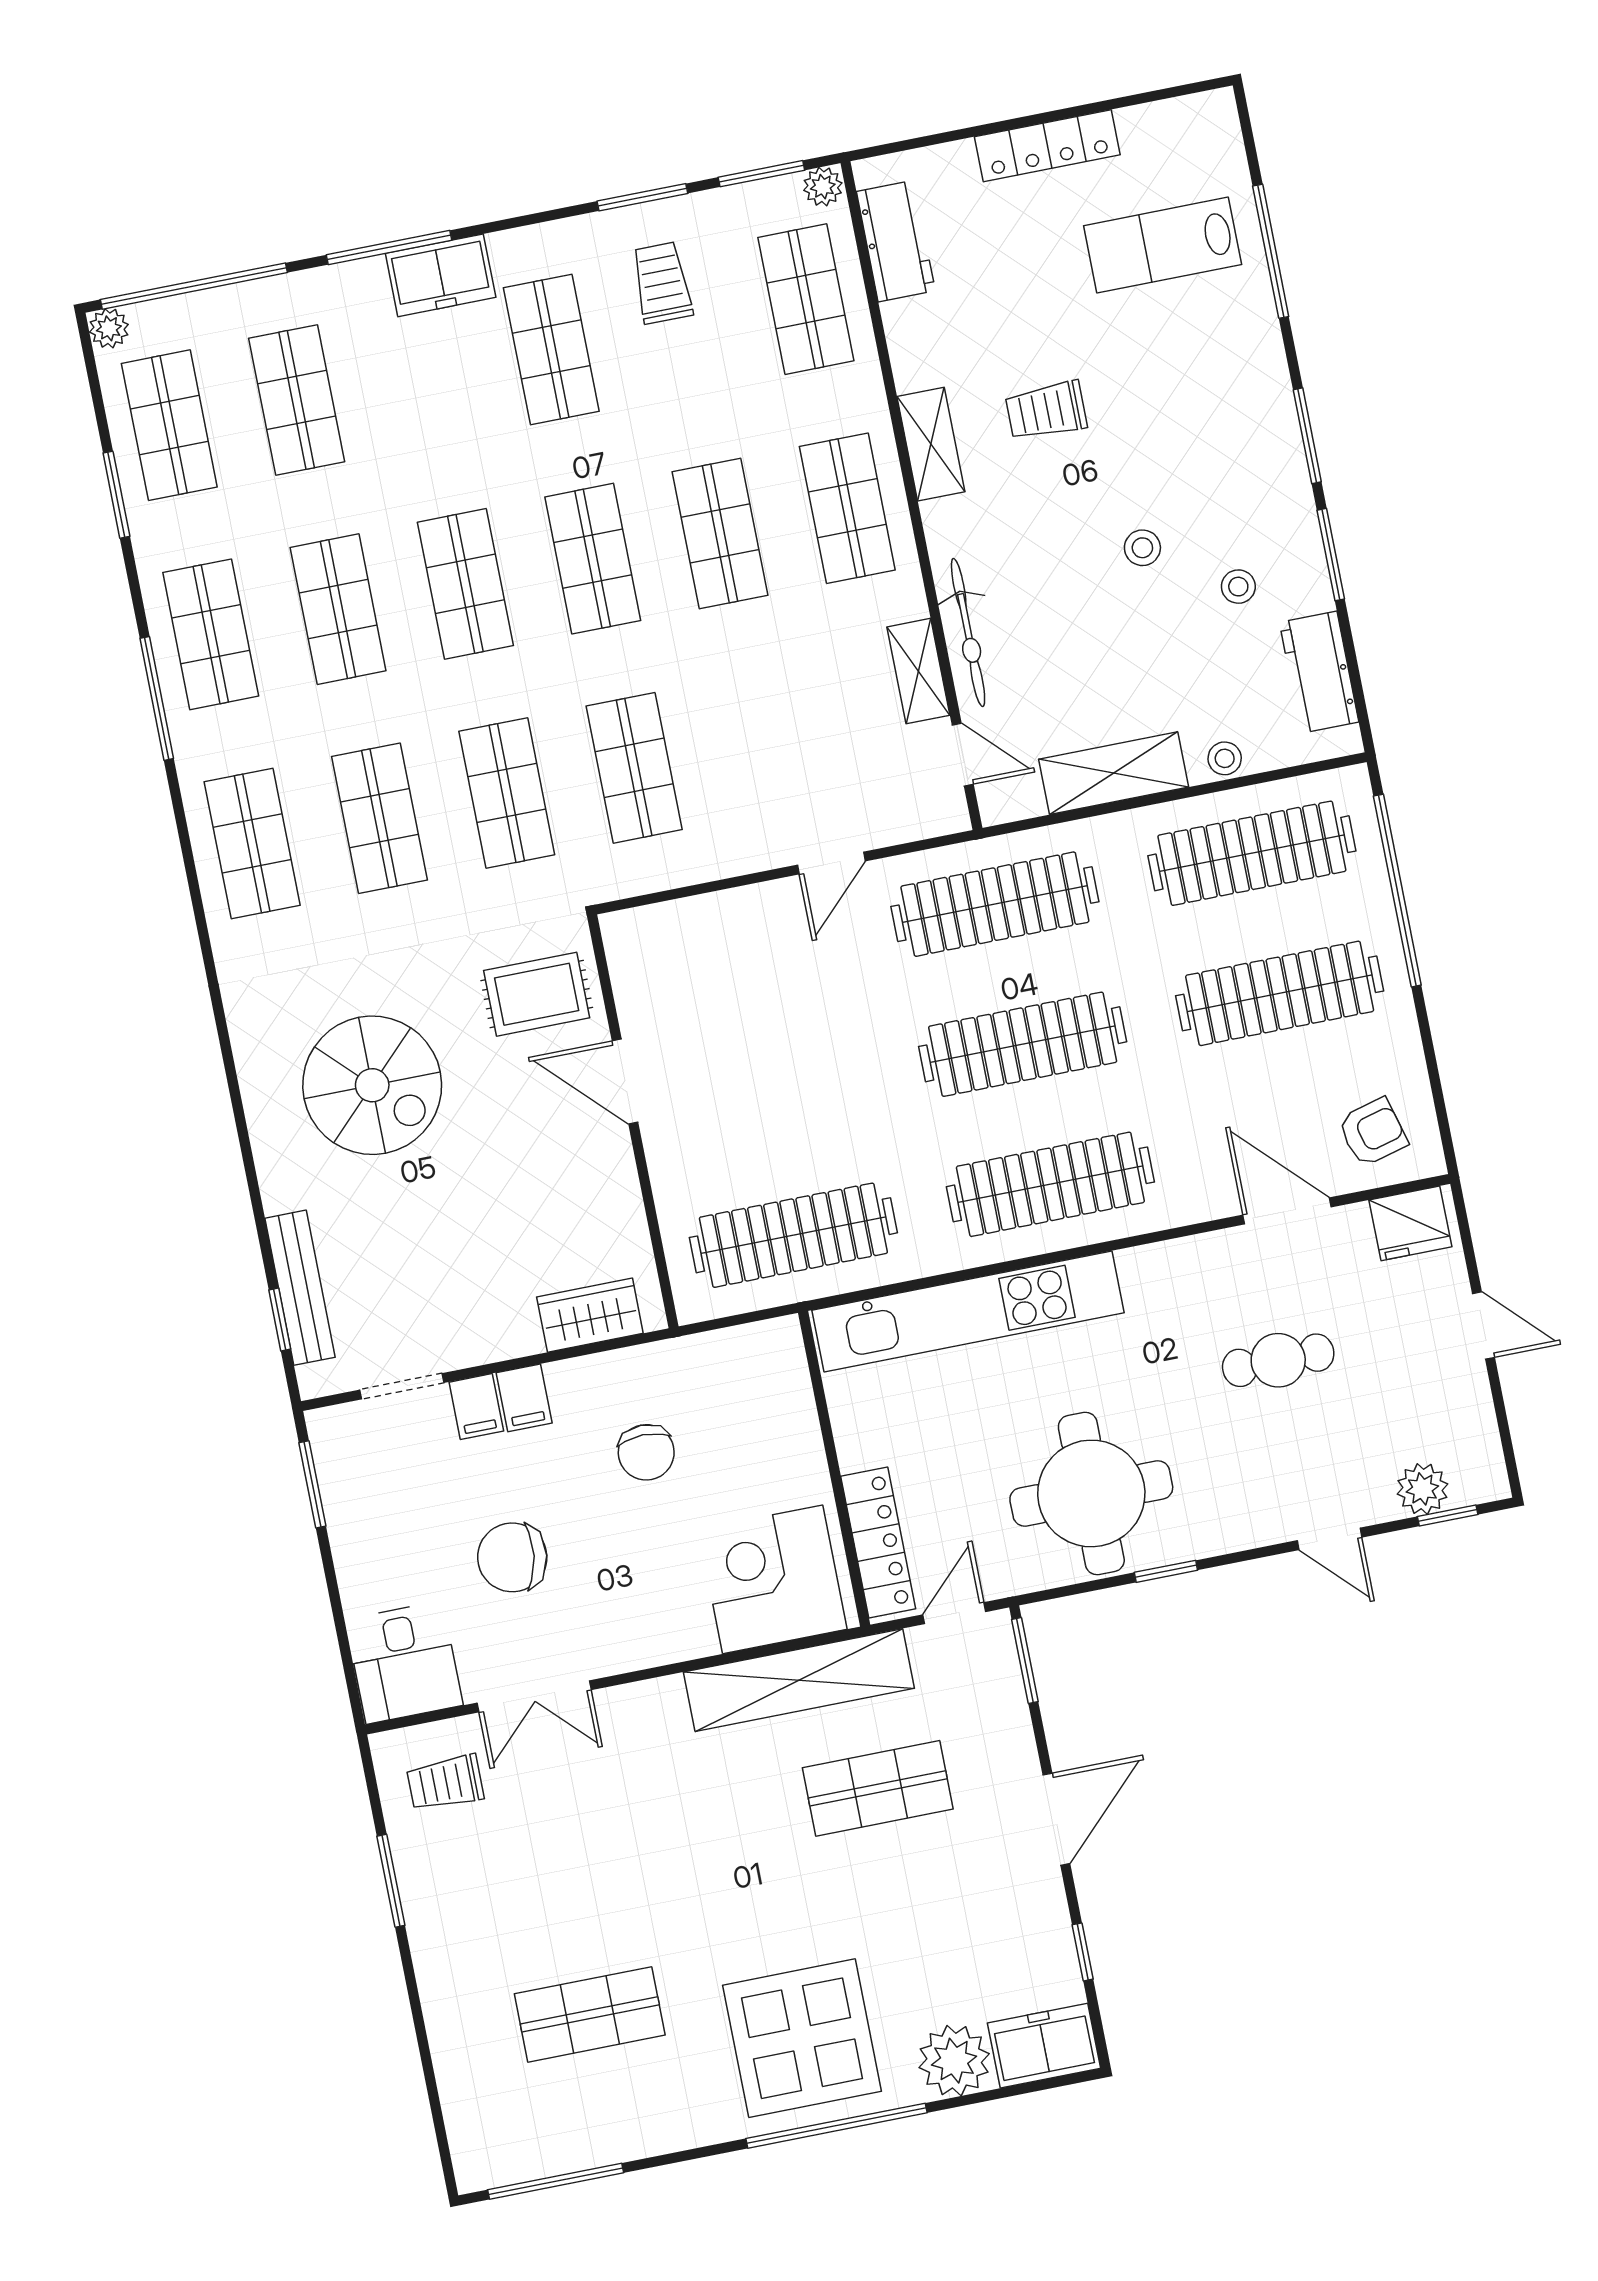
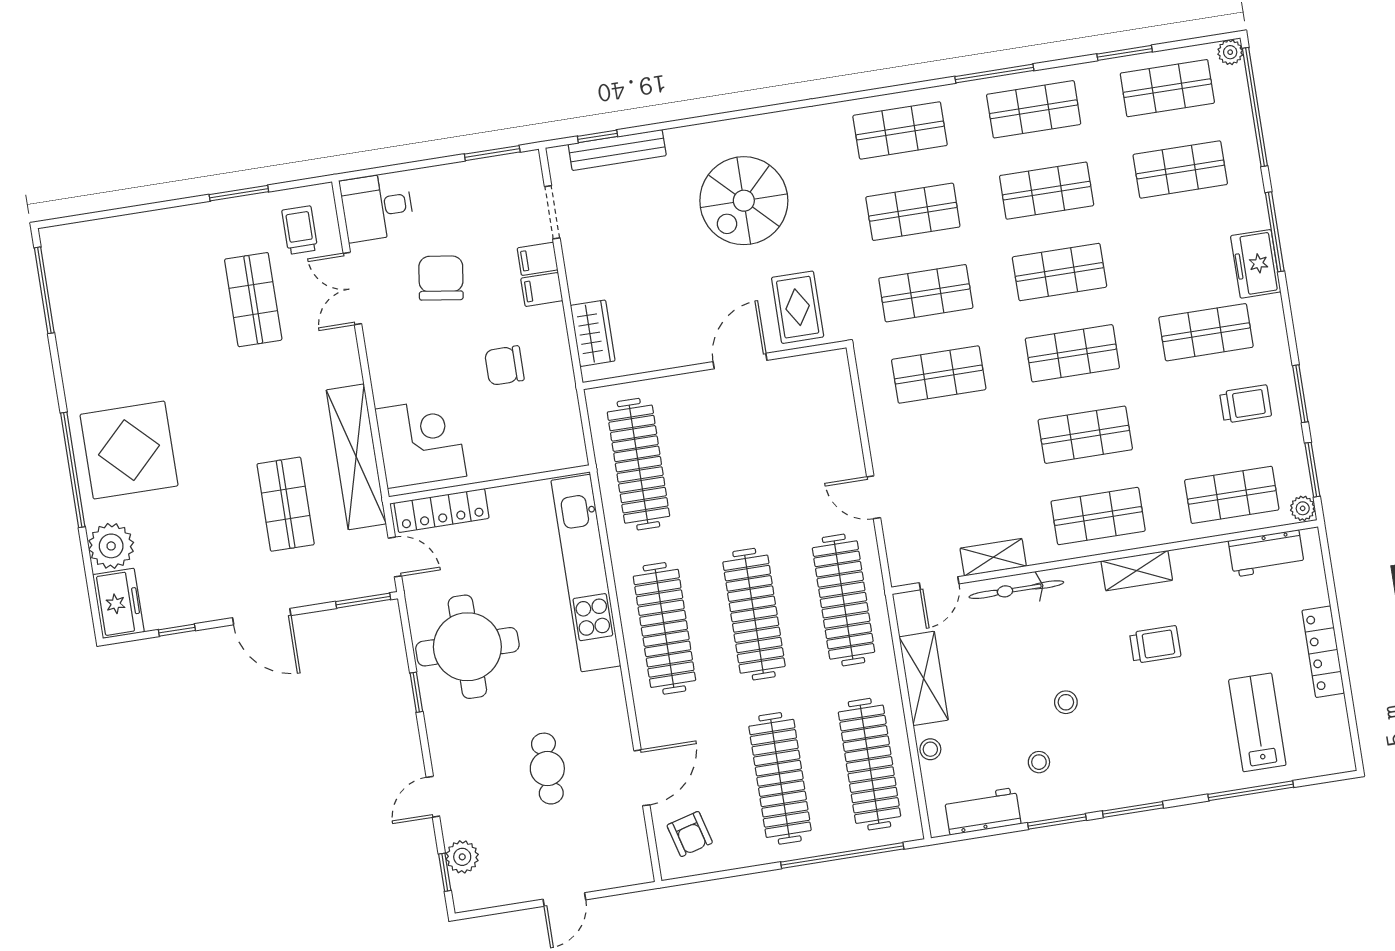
trolley: (1046, 411) -> (1155, 645), turned 90
fridge: (1410, 1223) -> (631, 856), removed
shop shelf: (590, 2014) -> (253, 300), moved

